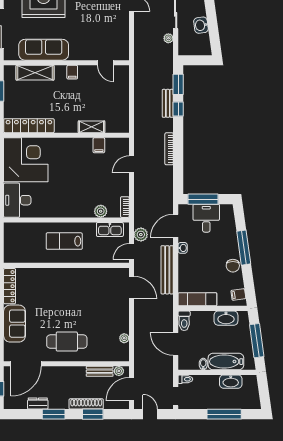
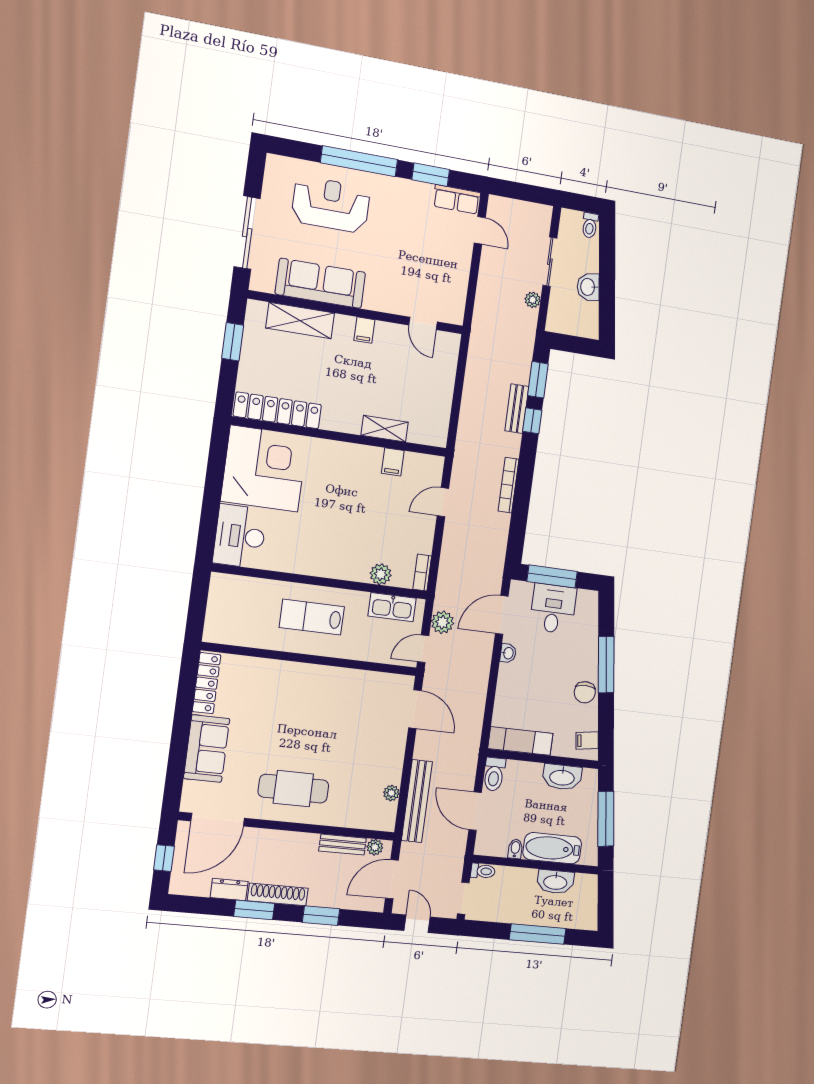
bench: (167, 270) -> (417, 801), moved
shoe rack: (86, 404) -> (278, 895), moved

